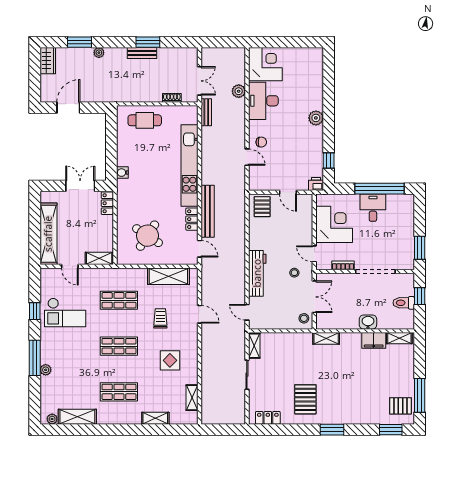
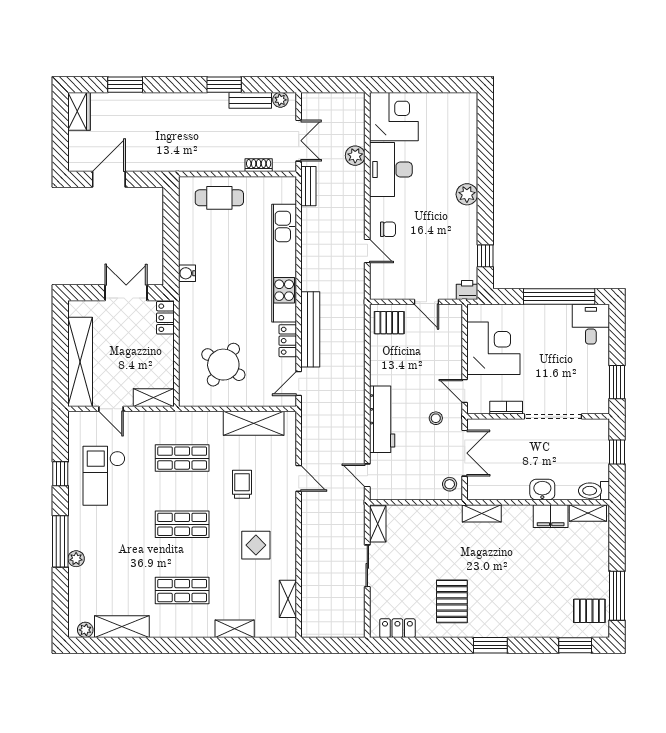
plant: (99, 53) -> (280, 100), moved
bench: (142, 53) -> (250, 100), moved
pallet: (262, 207) -> (389, 323), turned 90
desk: (373, 208) -> (591, 324), moved
door: (199, 249) -> (299, 384), swing flipped
toilet: (404, 303) -> (594, 491), moved
checkout: (65, 313) -> (104, 476), turned 90

